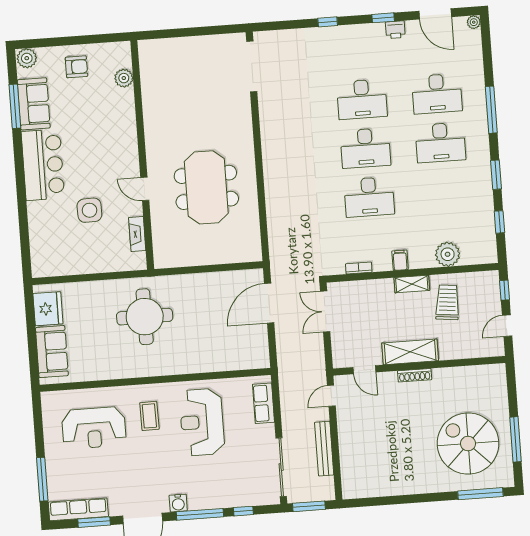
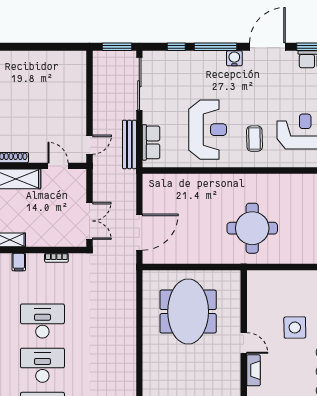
meeting table: (206, 187) -> (188, 312), moved
fireplace: (137, 234) -> (253, 370), moved
bench: (324, 449) -> (129, 144), moved

